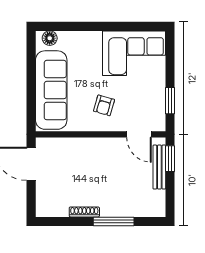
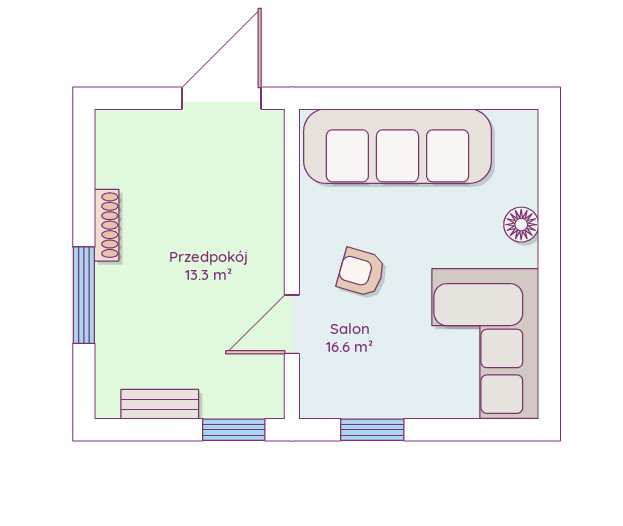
floor lamp: (50, 38) -> (521, 225), moved
door: (139, 134) -> (292, 324), moved
bench: (159, 167) -> (160, 404), moved, width x0.73

